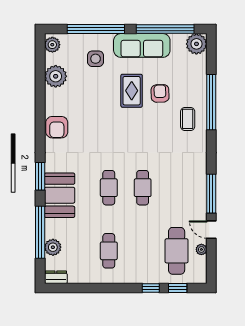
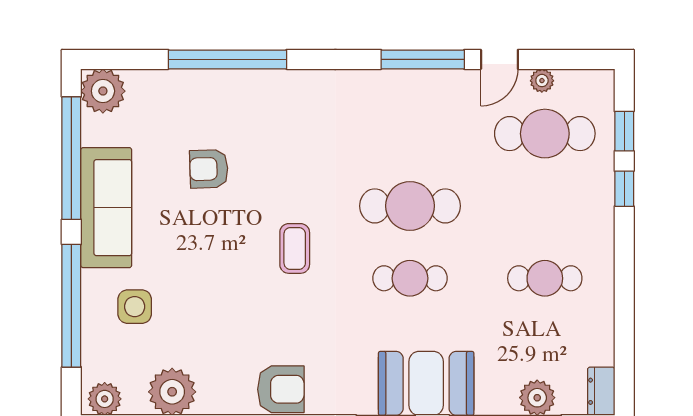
rug: (132, 91) -> (203, 230), removed
coffee table: (188, 119) -> (295, 248), moved, turned 90
cafe table: (143, 188) -> (410, 206), width x1.37, depth x1.35

